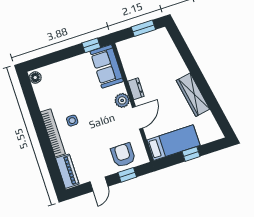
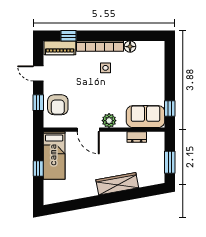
floor lamp: (35, 78) -> (130, 47), moved
dresser: (136, 89) -> (137, 137), moved
wardrobe: (193, 95) -> (117, 184), moved
armchair: (123, 155) -> (58, 105), turned 90
window: (53, 167) -> (69, 36), added

